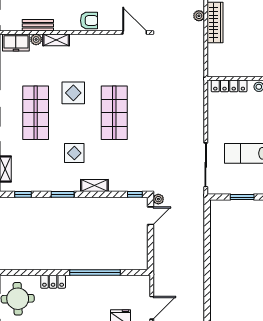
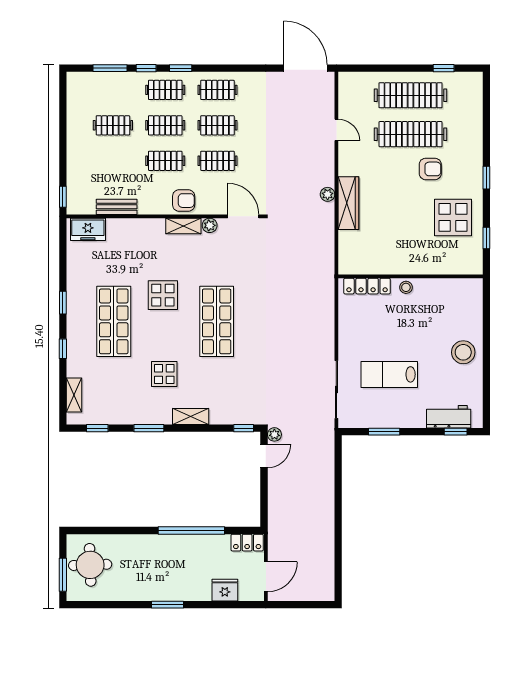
plant: (36, 39) -> (210, 225), moved
shelving: (56, 40) -> (183, 226), moved
locker: (53, 282) -> (247, 543), moved

